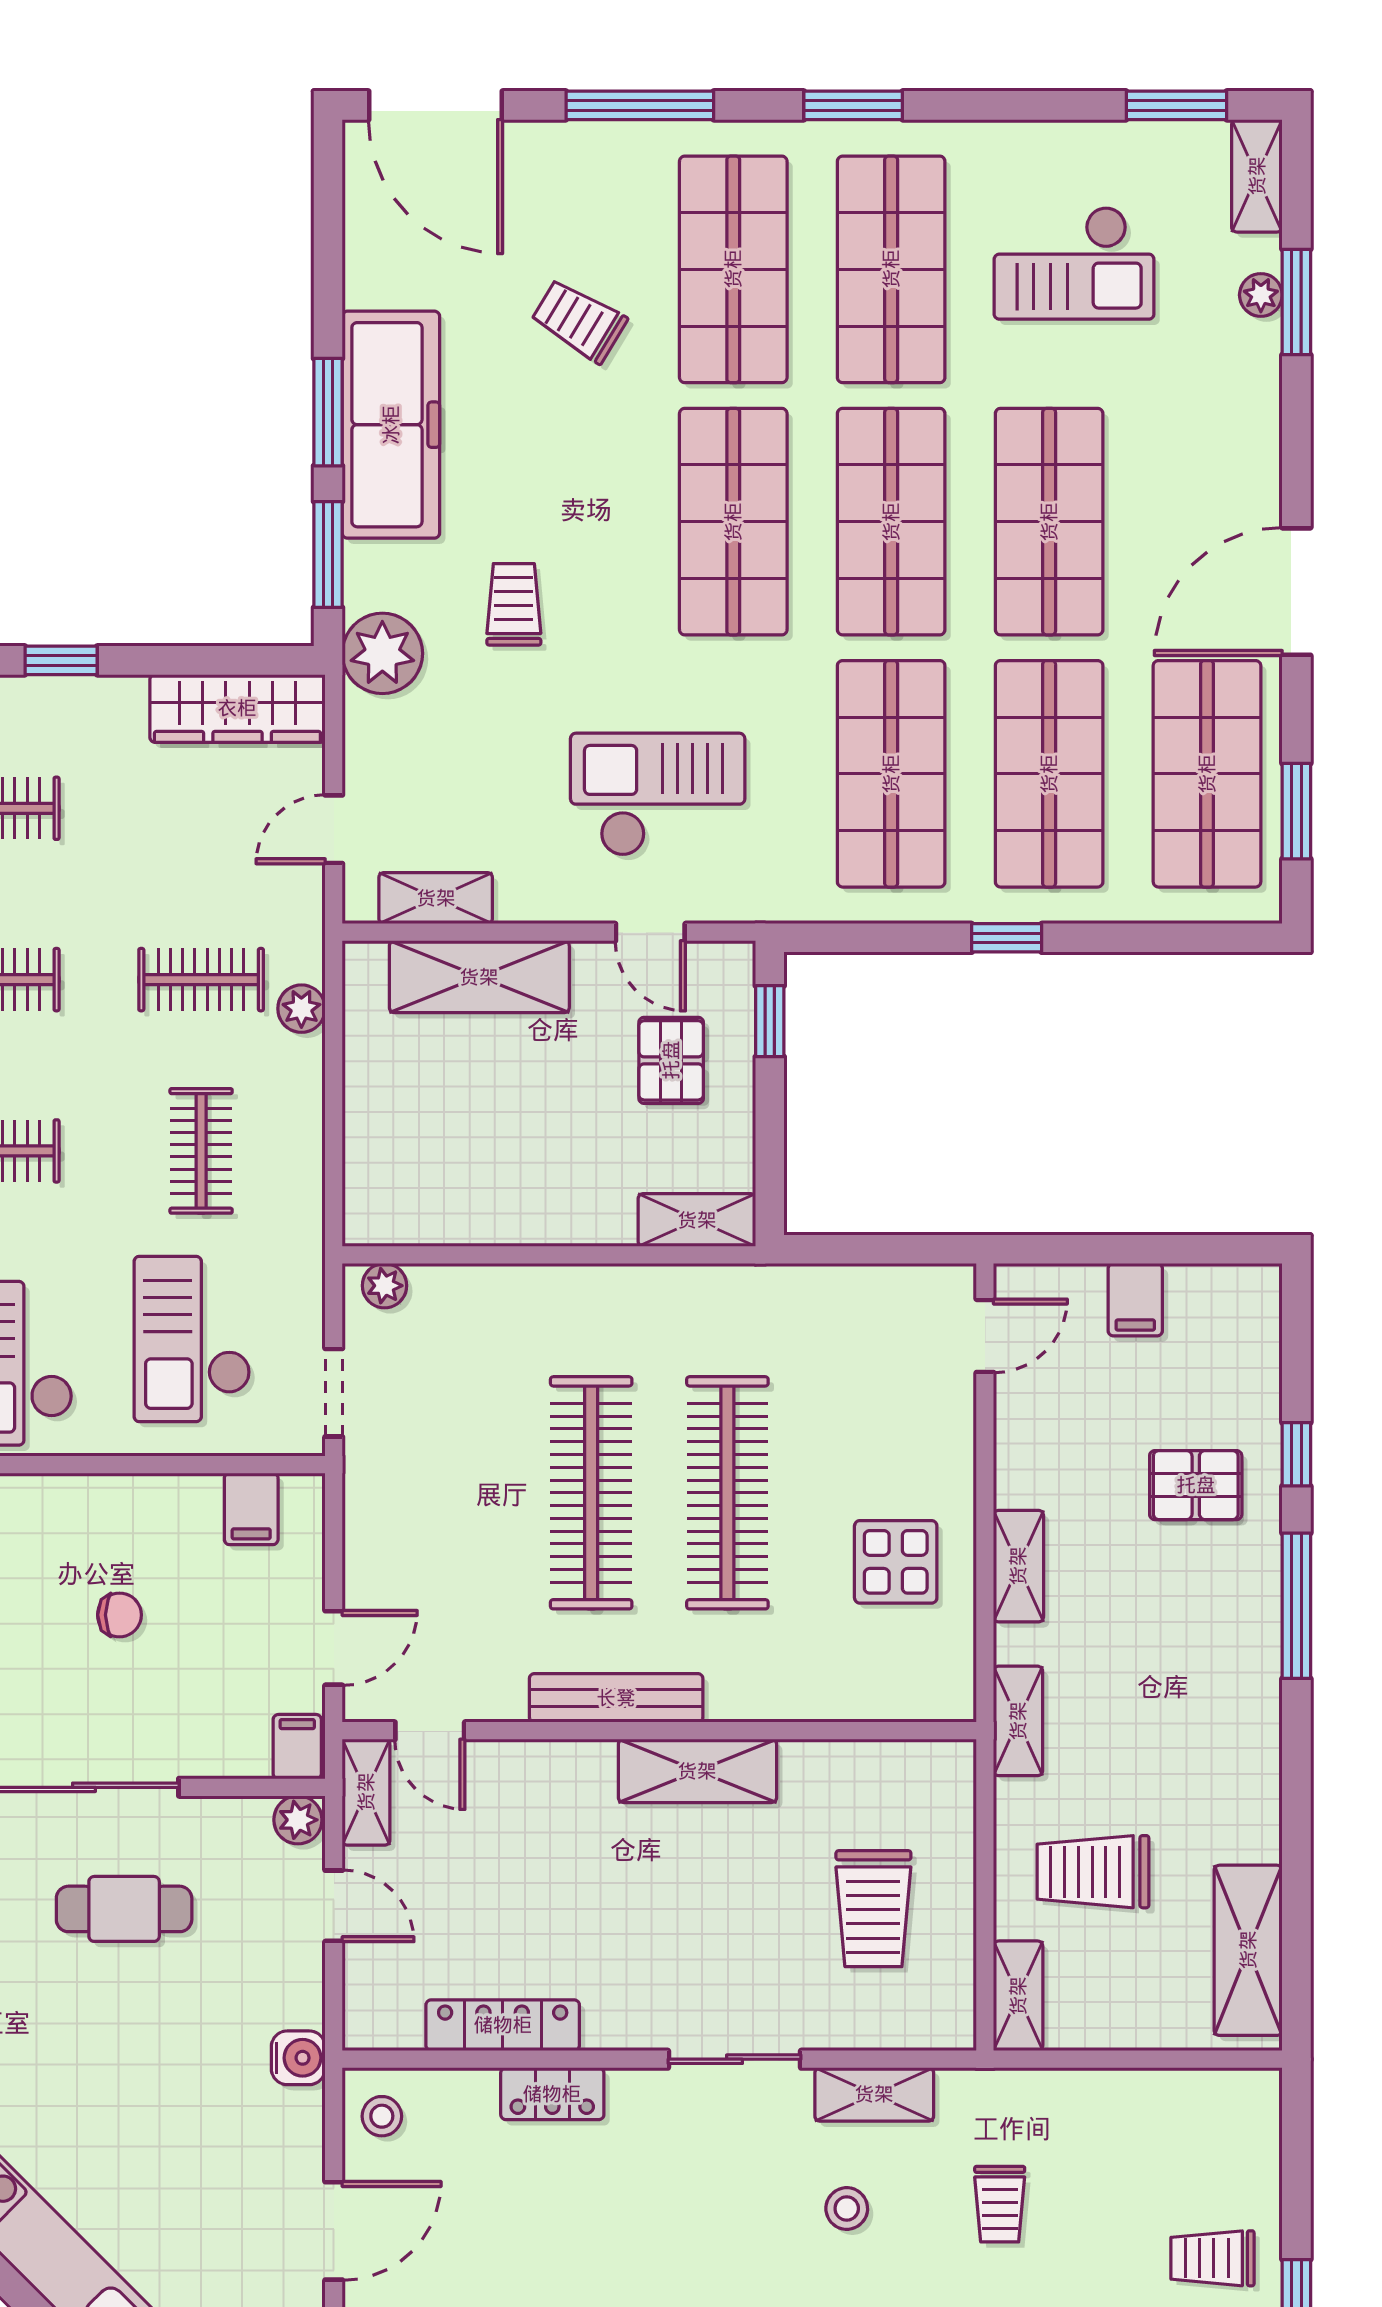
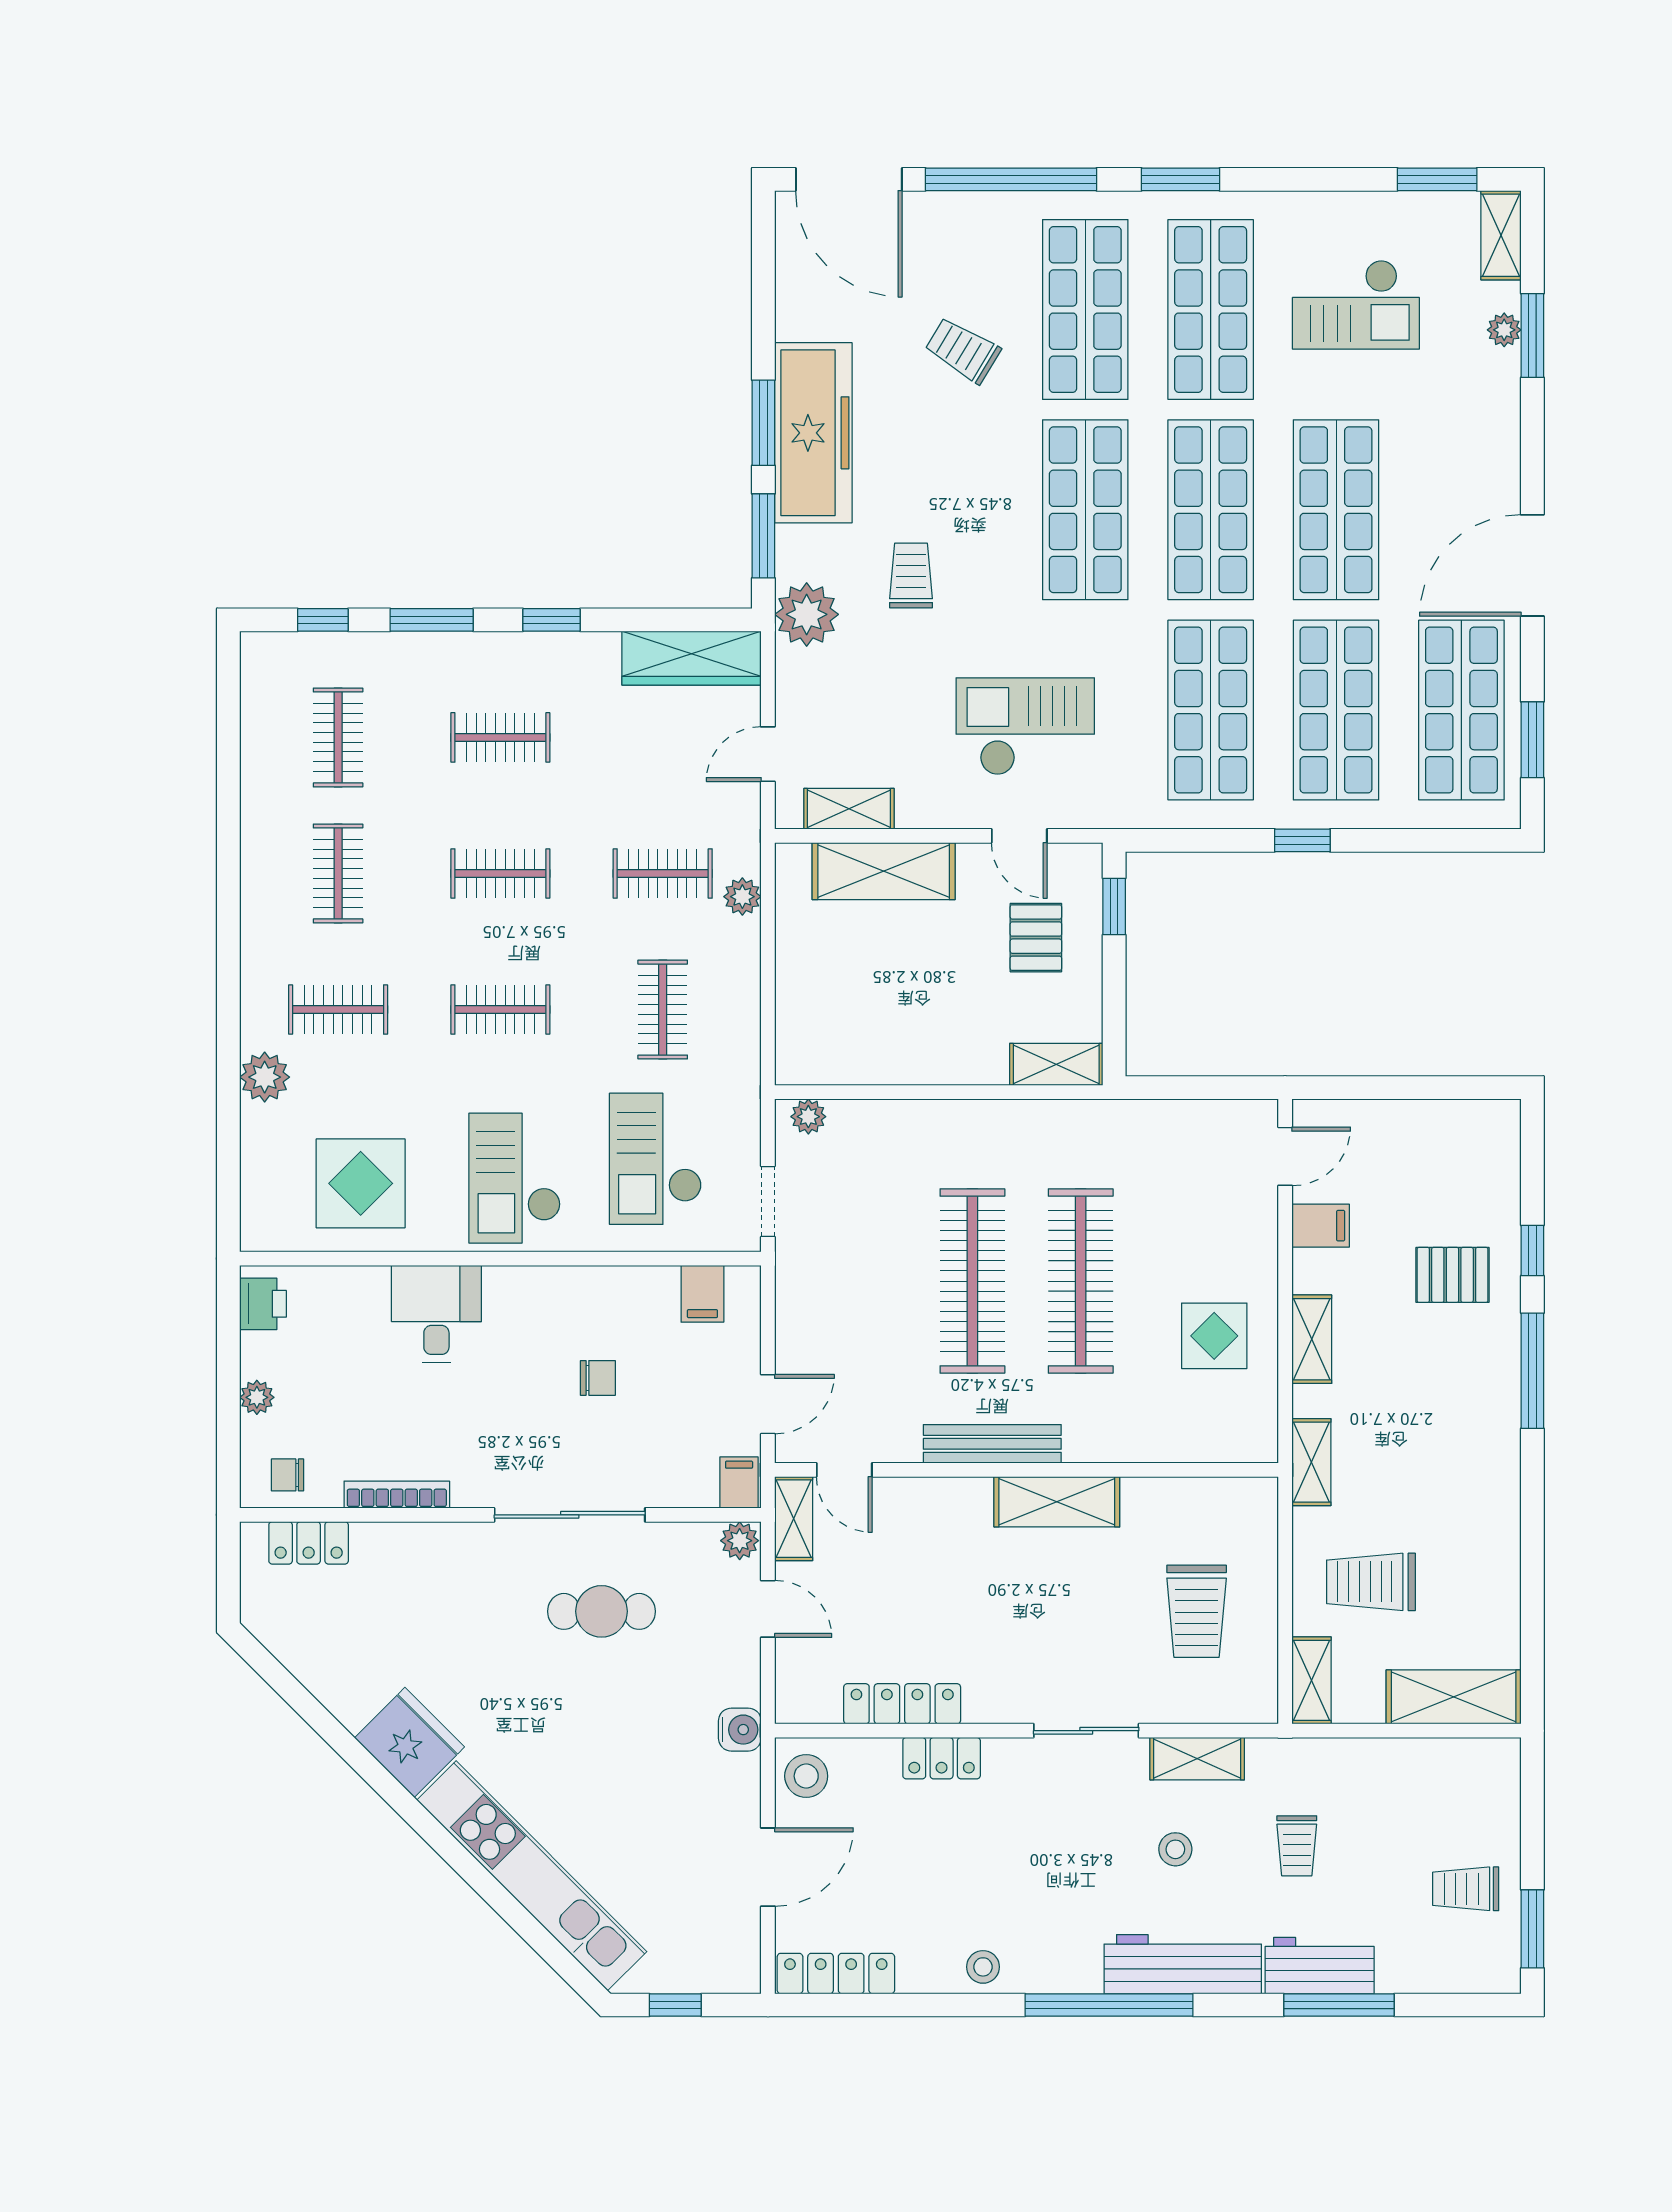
window: (640, 105) -> (1011, 179), width x1.46
filing cabinet: (1135, 1300) -> (1321, 1226), moved, turned -90
shelving: (1248, 1950) -> (1454, 1697), moved, turned 90
stool: (382, 2116) -> (806, 1776), width x1.37, depth x1.37

